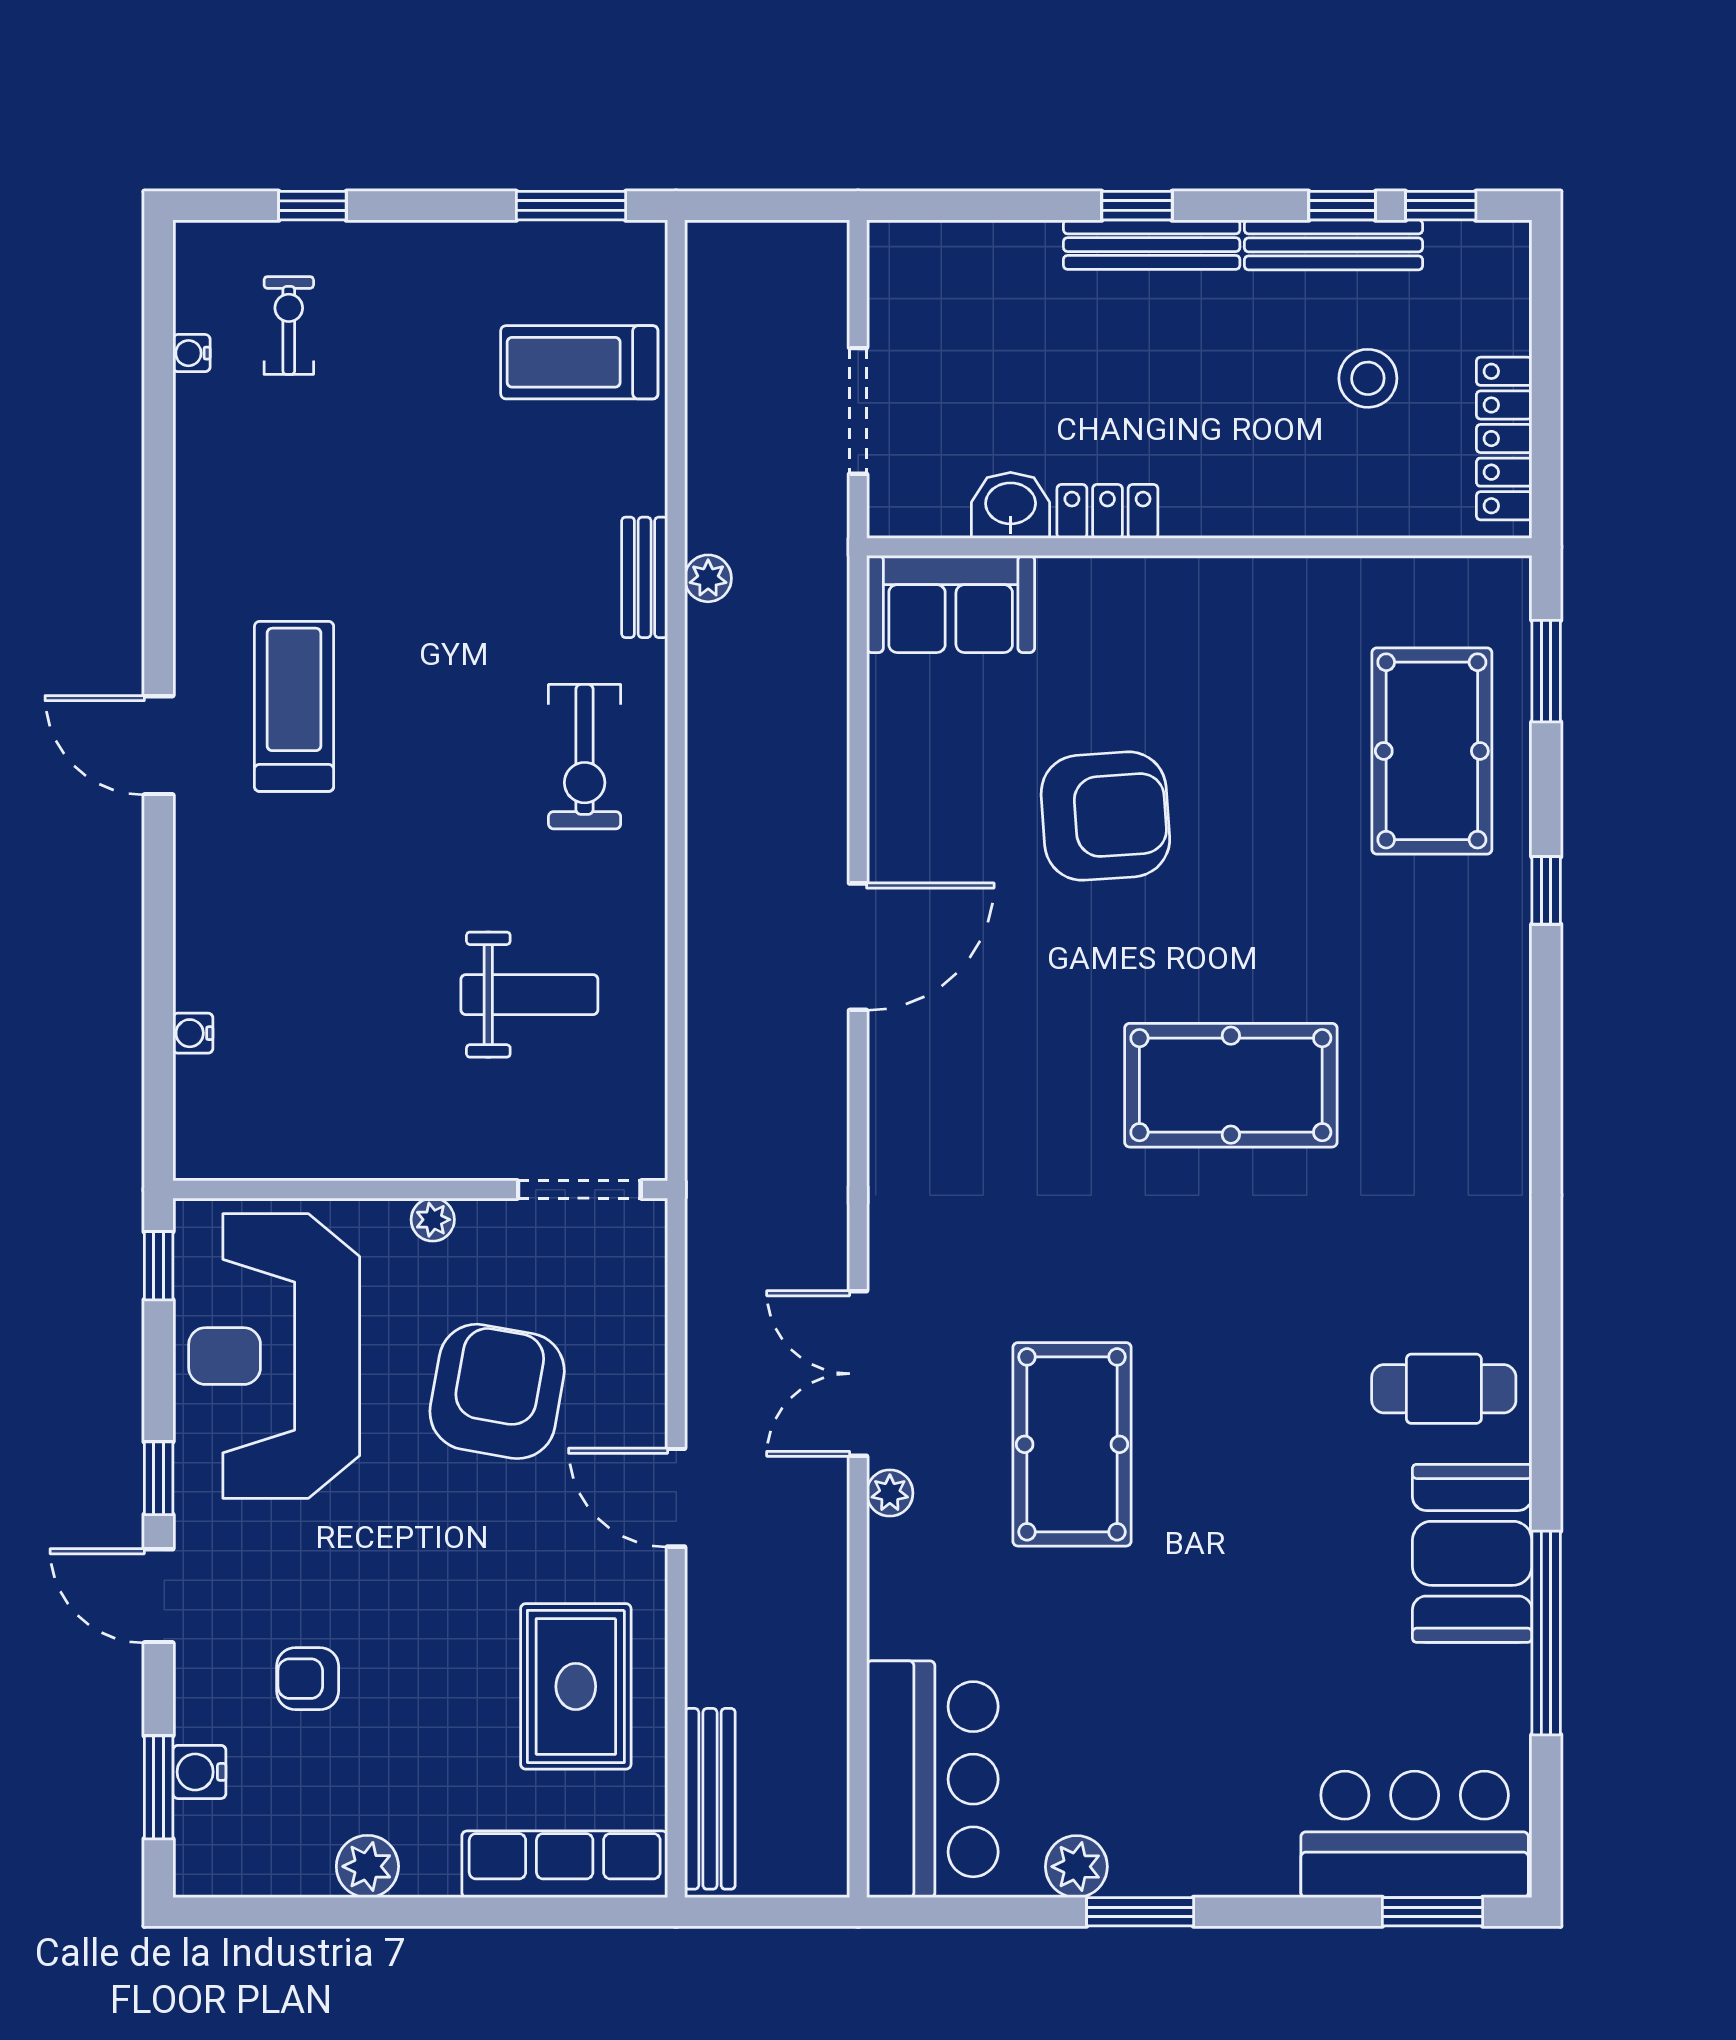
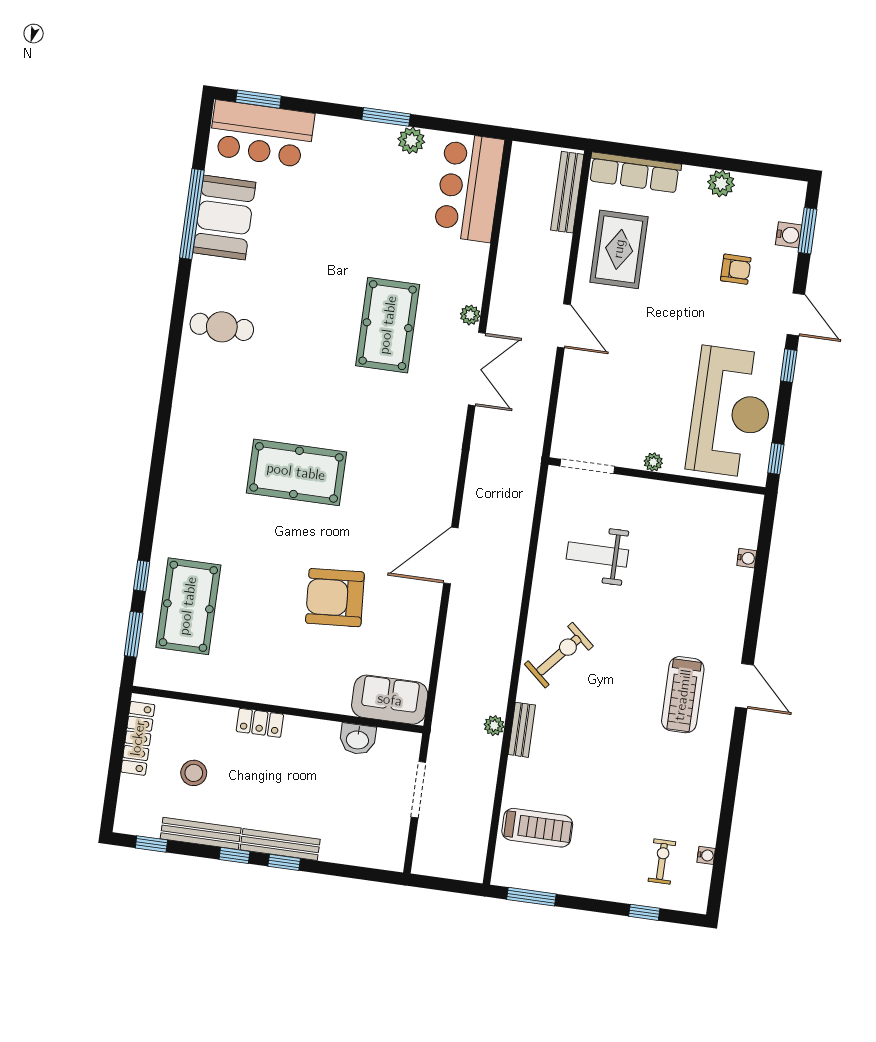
window: (1342, 206) -> (234, 855), moved
exercise bike: (289, 326) -> (662, 861), turned 180
locker: (1107, 511) -> (260, 723), moved
exercise bike: (585, 757) -> (559, 655), turned 41
window: (1546, 890) -> (142, 576), moved
armchair: (497, 1391) -> (636, 383), removed
booth: (1472, 1553) -> (224, 217), moved

